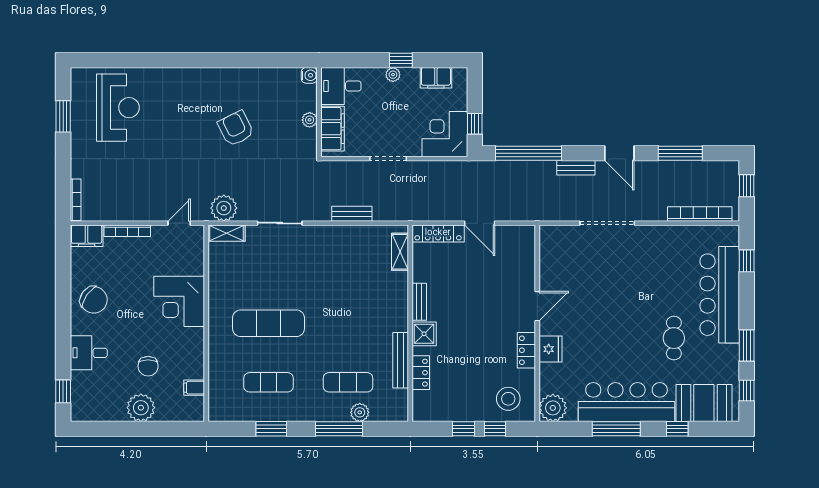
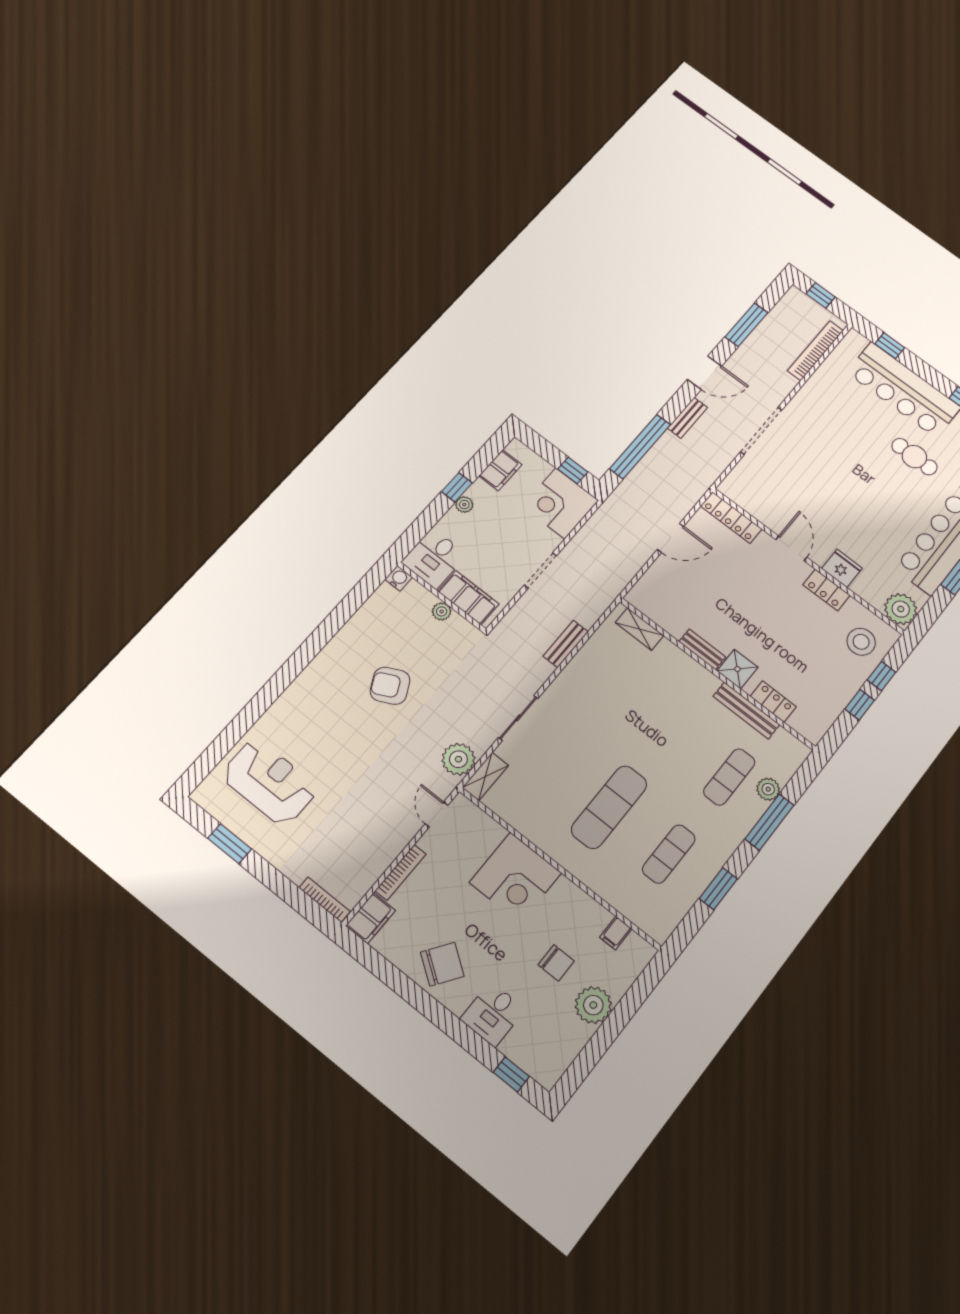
locker: (438, 233) -> (731, 518), moved, turned 90

